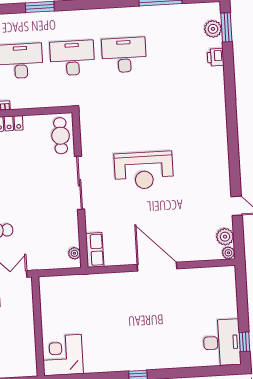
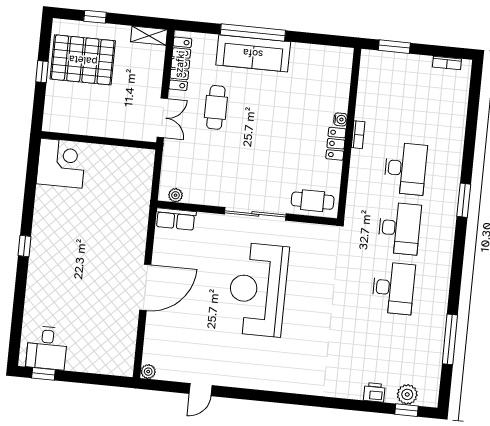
window: (226, 27) -> (407, 410), width x0.67
reception desk: (144, 170) -> (258, 290), width x1.36, depth x1.30
plant: (225, 237) -> (167, 371), removed
desk: (222, 342) -> (47, 348), width x0.73

